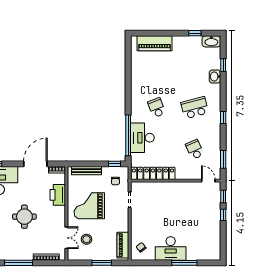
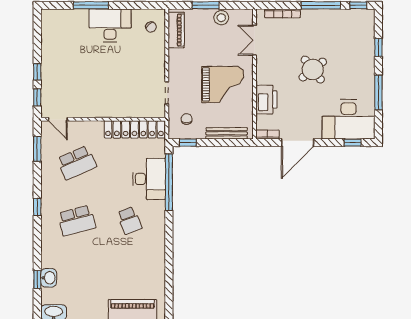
washbasin: (215, 76) -> (49, 278), moved
school desk: (195, 149) -> (77, 163), width x1.85
round table: (24, 217) -> (313, 70), turned -38
stool: (87, 239) -> (221, 18), moved

